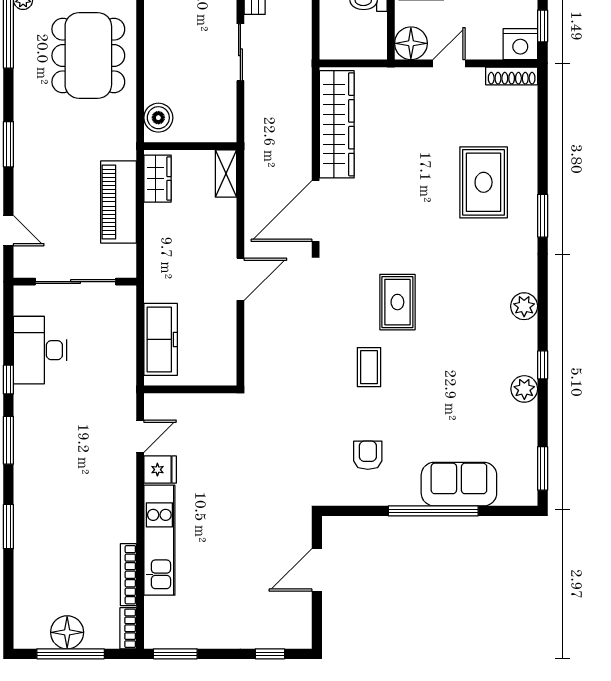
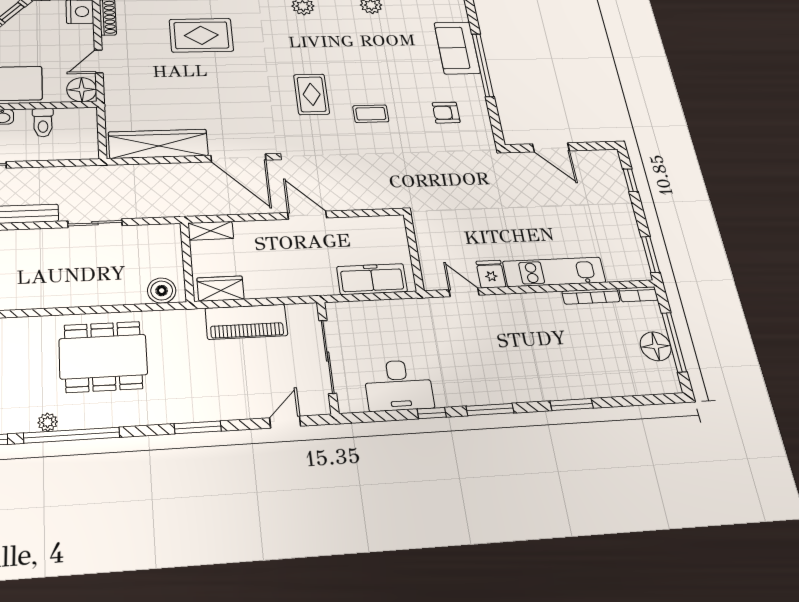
door: (449, 63) -> (99, 62), hinge flipped
rug: (397, 302) -> (312, 94), turned 90

